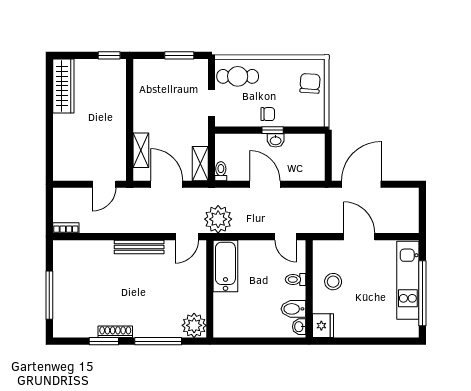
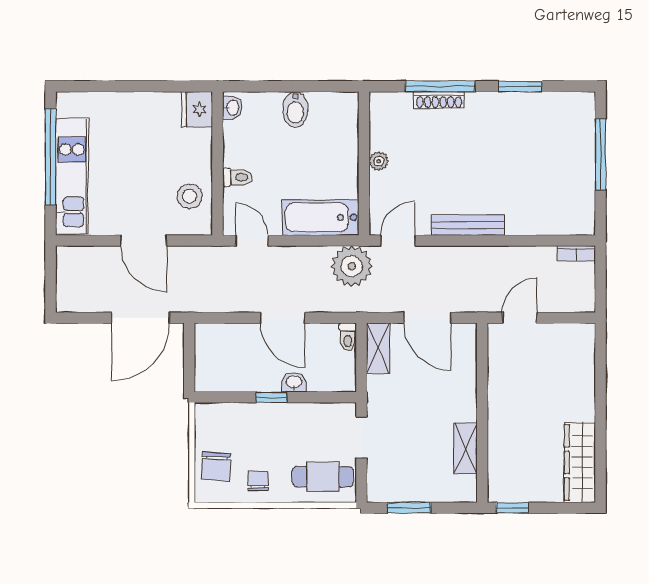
chair: (268, 114) -> (258, 481), moved, turned 90
washbasin: (276, 140) -> (294, 382), moved
shelving: (141, 150) -> (466, 448), moved
bathtub: (225, 266) -> (321, 217), moved, turned 90
stool: (333, 282) -> (190, 196), moved
bidet: (293, 309) -> (295, 110), moved, turned 90
plant: (194, 325) -> (379, 161), moved, width x0.53, depth x0.53
shoe rack: (115, 332) -> (439, 100), moved

